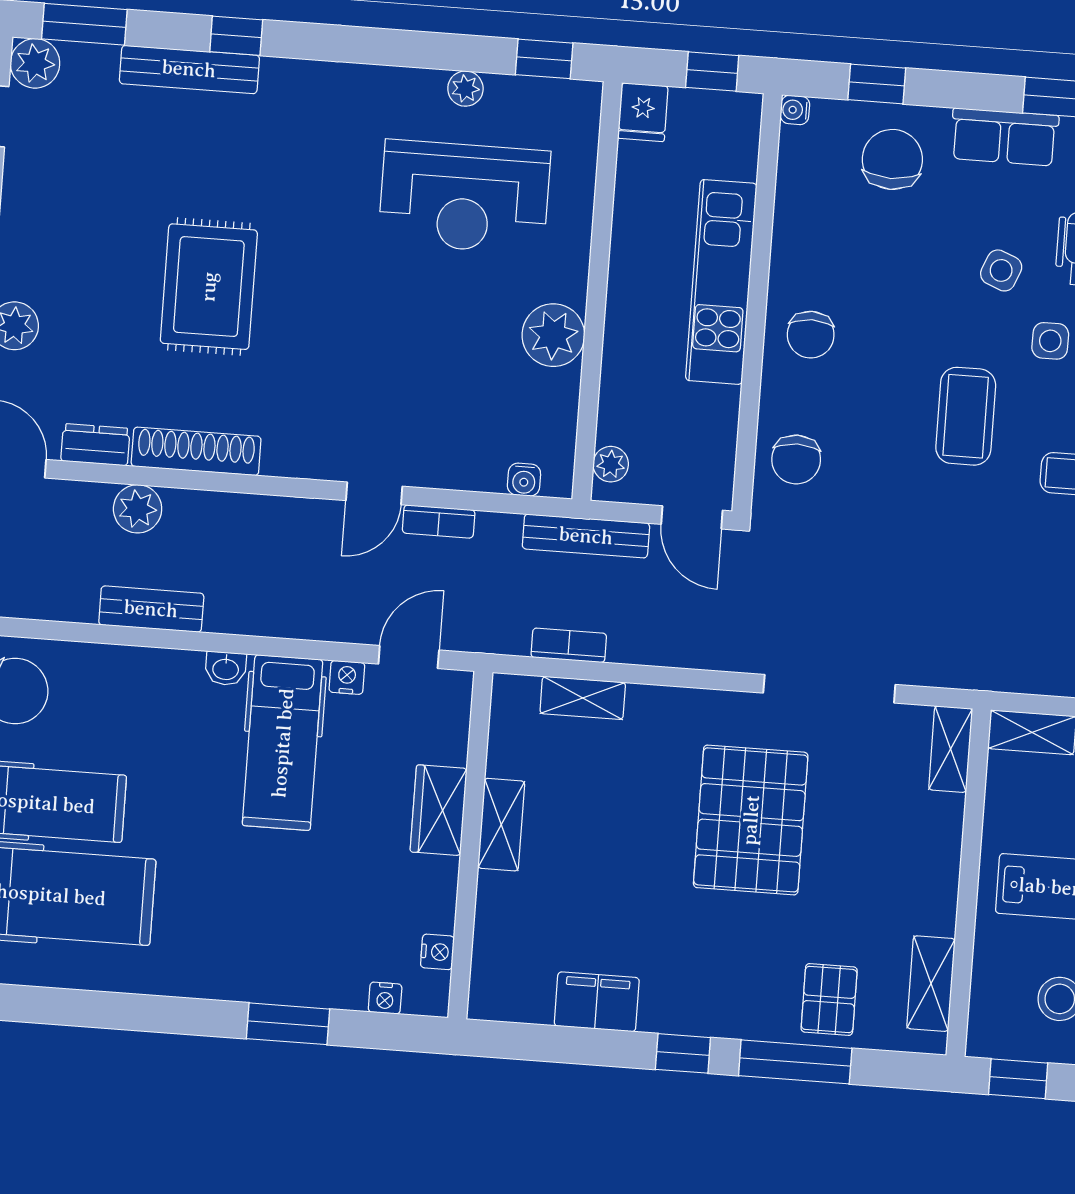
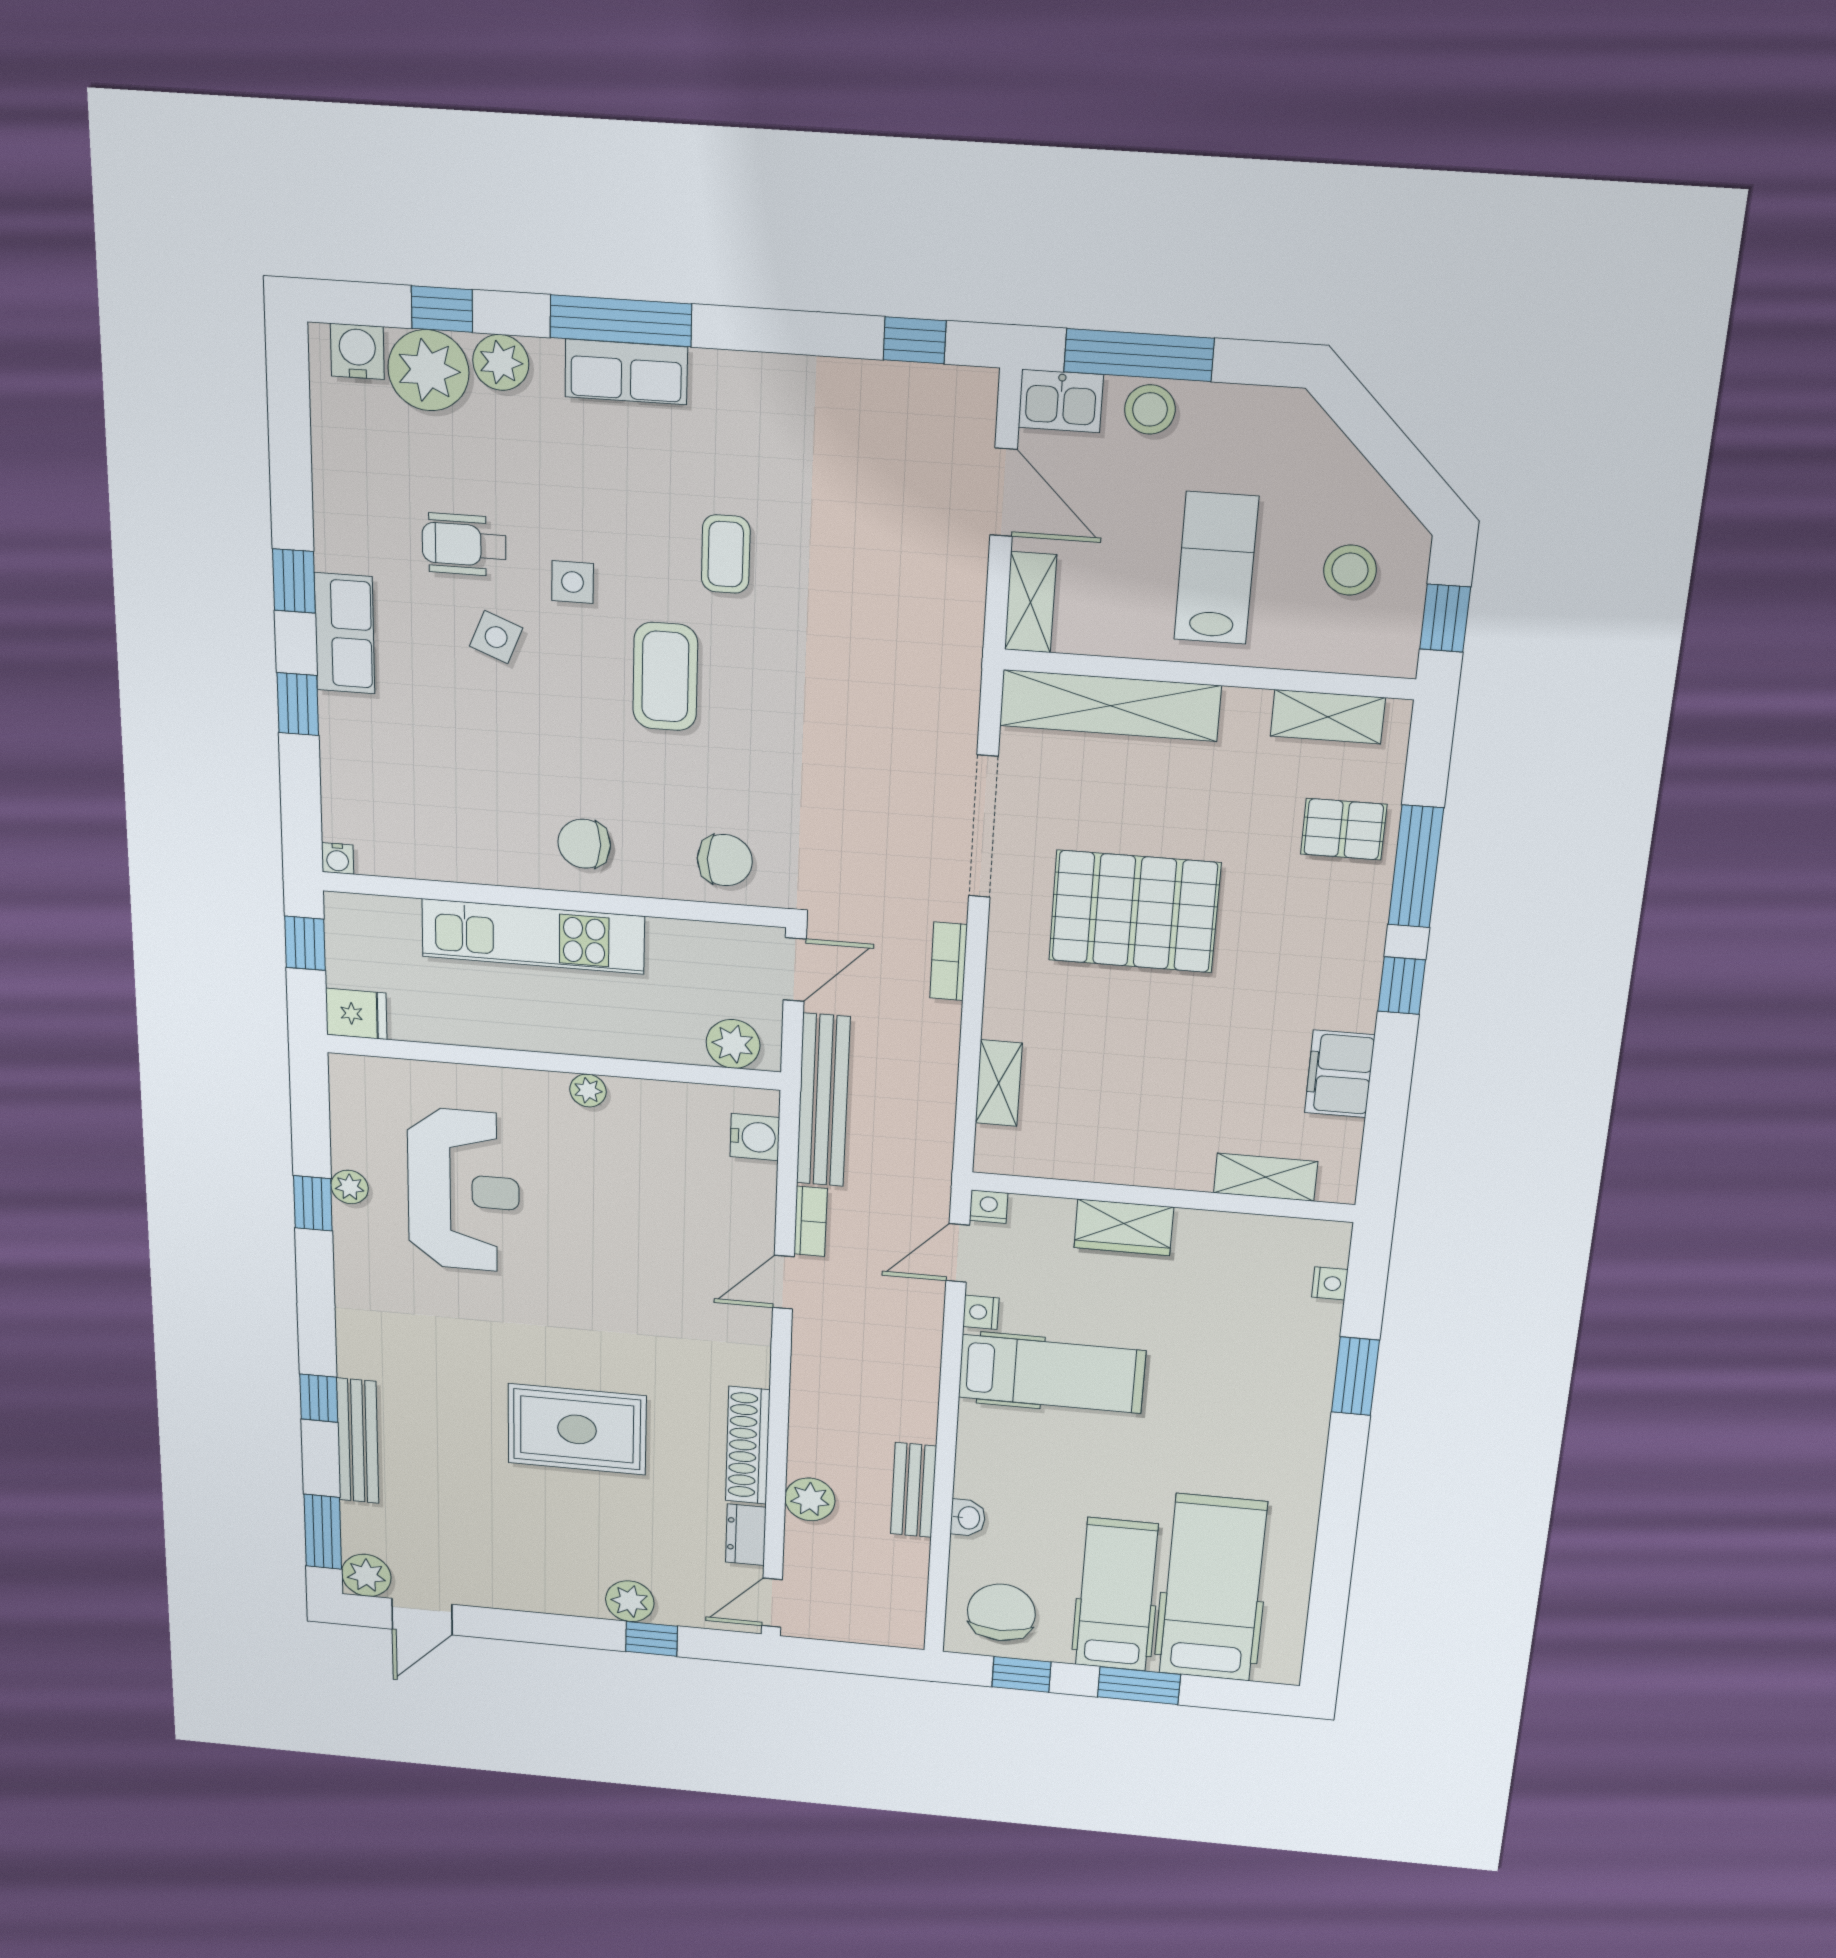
window: (544, 59) -> (313, 1203), moved
window: (877, 84) -> (298, 704), moved
chair: (892, 159) -> (382, 756), removed
plant: (553, 335) -> (588, 1091), width x0.53, depth x0.53
chair: (811, 335) -> (584, 844), turned 180
coffee table: (966, 416) -> (665, 677), turned 90
plant: (611, 464) -> (733, 1044), width x1.38, depth x1.38
water cooler: (524, 480) -> (755, 1137), width x1.38, depth x1.38
door: (374, 493) -> (783, 1282), swing flipped
bench: (586, 536) -> (823, 1100), width x1.37, depth x1.21
bookcase: (569, 645) -> (948, 961), moved
door: (409, 657) -> (958, 1253), hinge flipped
washbasin: (226, 669) -> (968, 1518), moved
shelving: (951, 749) -> (1110, 706), width x2.20, depth x1.33
shelving: (501, 825) -> (1266, 1177), moved
nightstand: (437, 952) -> (989, 1207), moved

